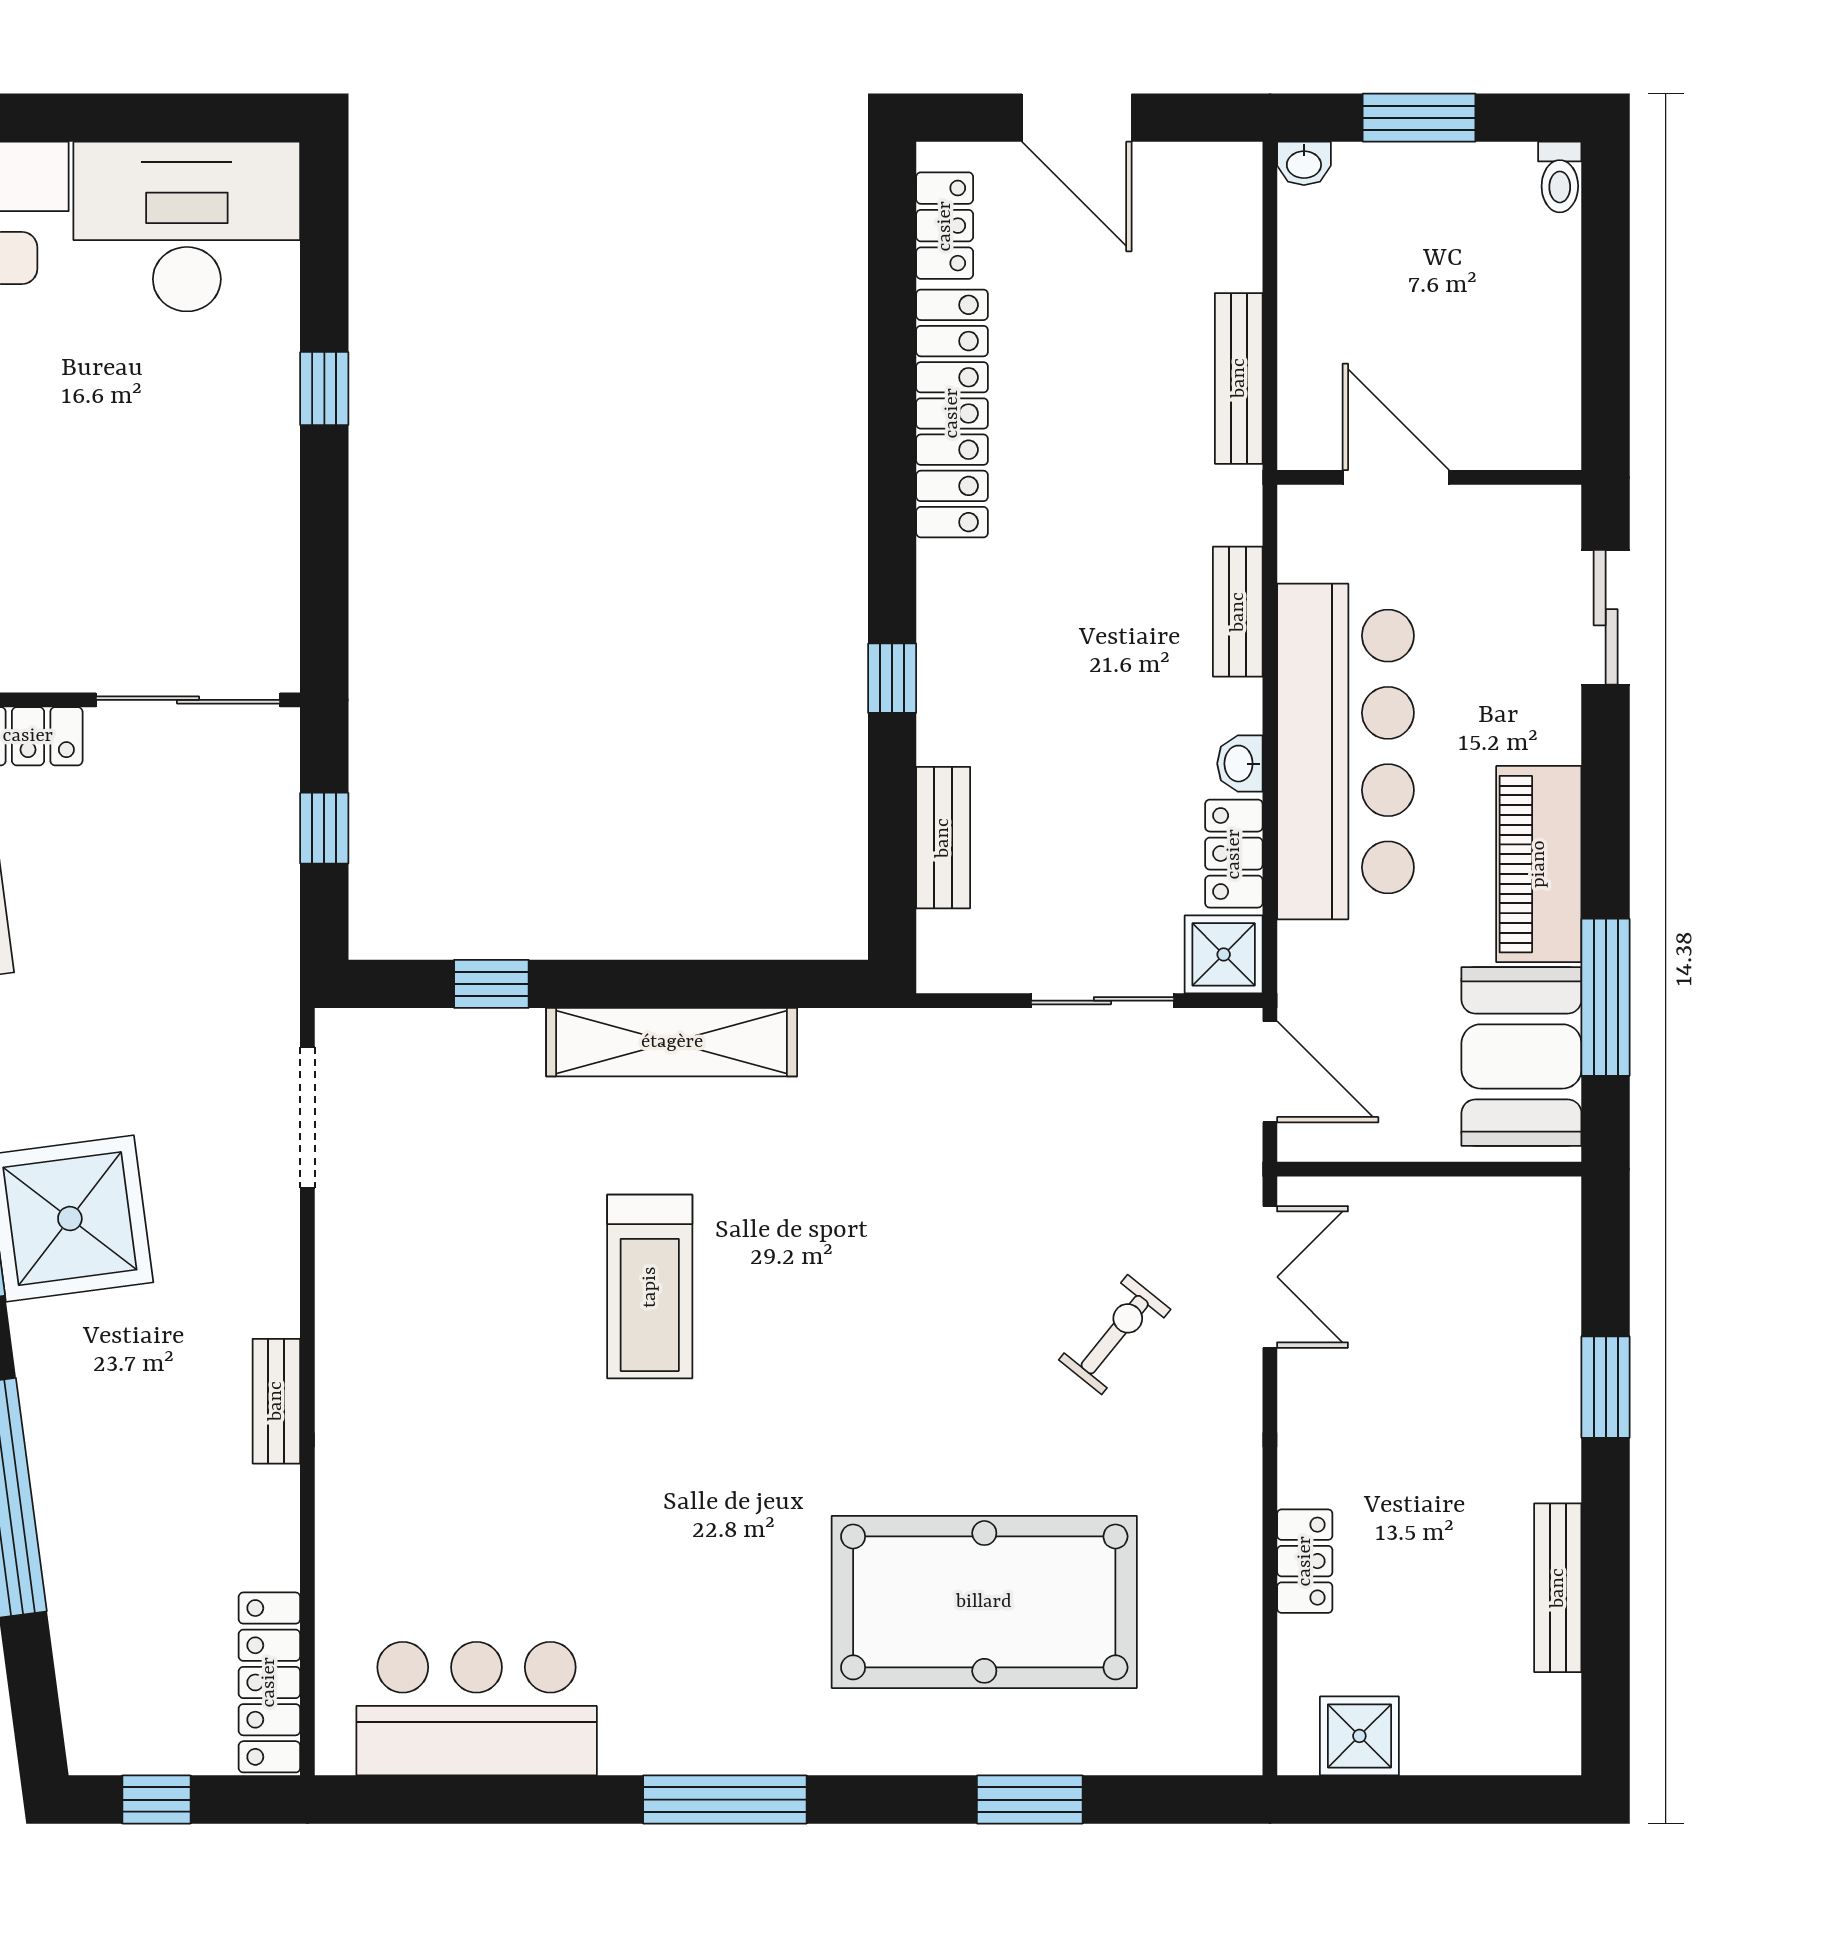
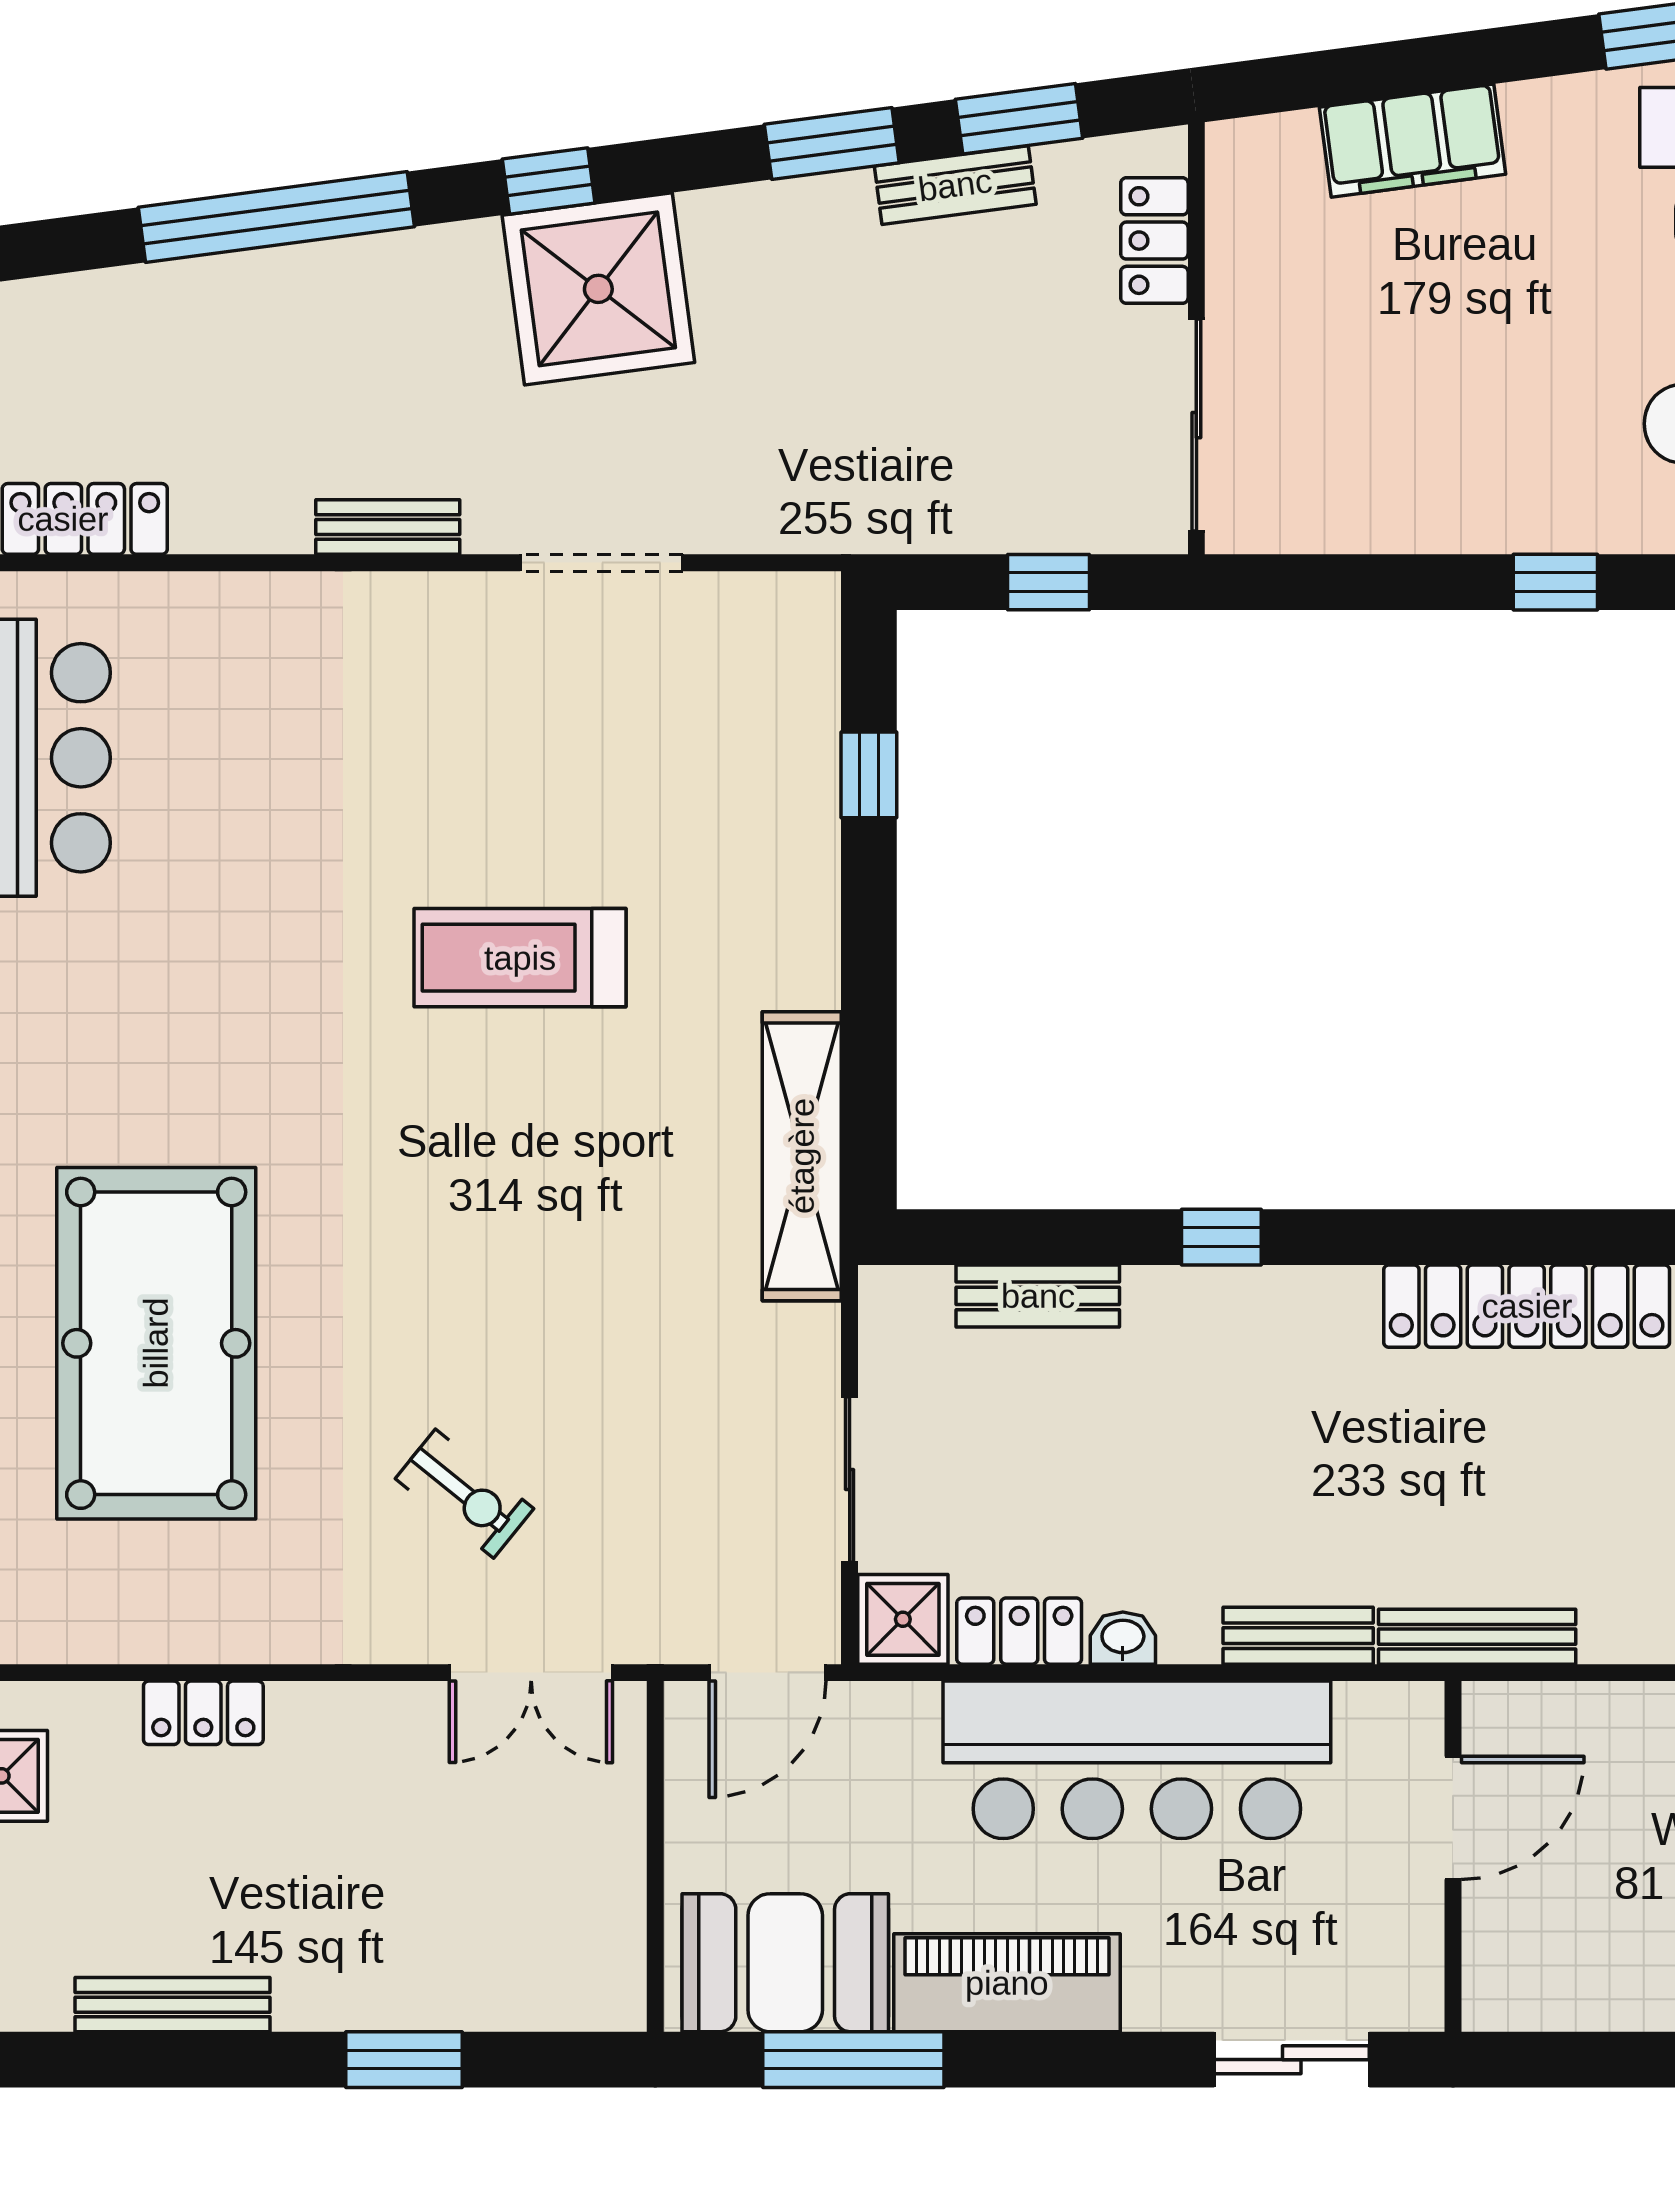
bench: (1239, 378) -> (1477, 1637), moved
shelving: (672, 1042) -> (802, 1156), moved
doorway: (307, 1117) -> (602, 563), moved

